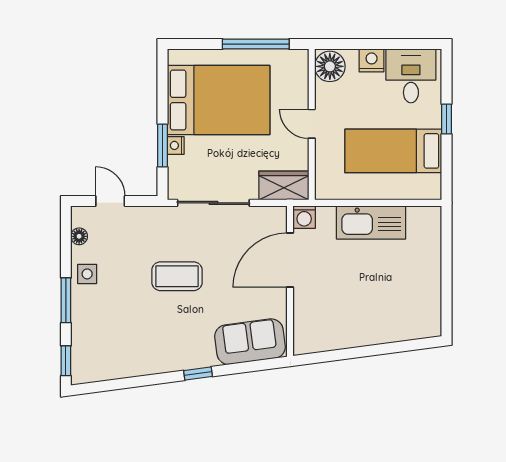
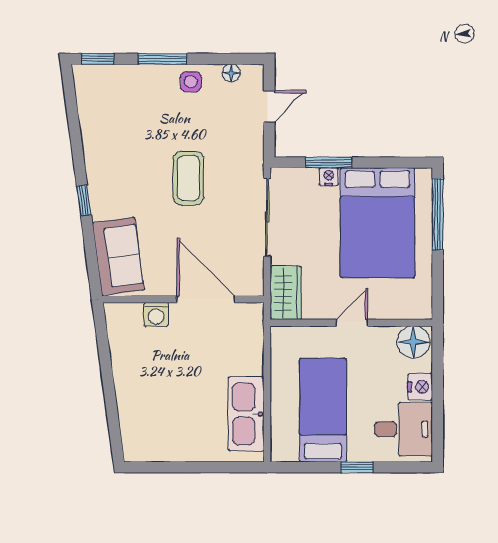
window: (256, 44) -> (438, 214), moved
washing machine: (304, 217) -> (156, 315), moved, turned -90
kitchen sink: (371, 222) -> (246, 414), moved

